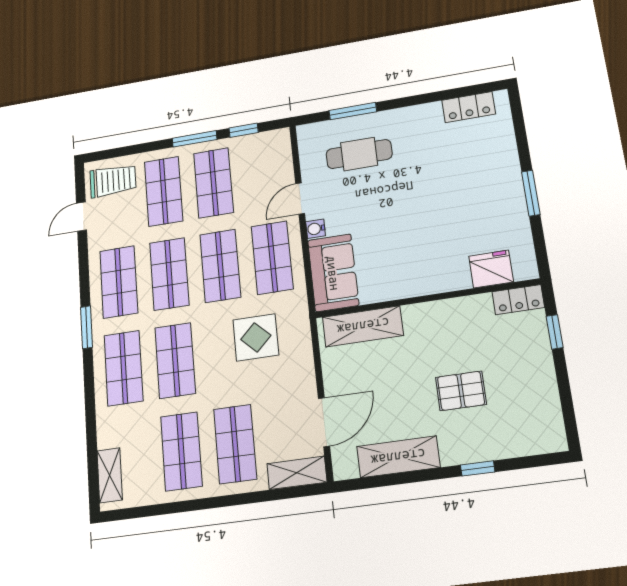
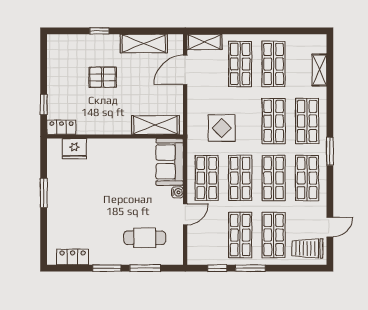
window: (412, 101) -> (107, 268), added
shelving: (110, 475) -> (319, 70), moved

